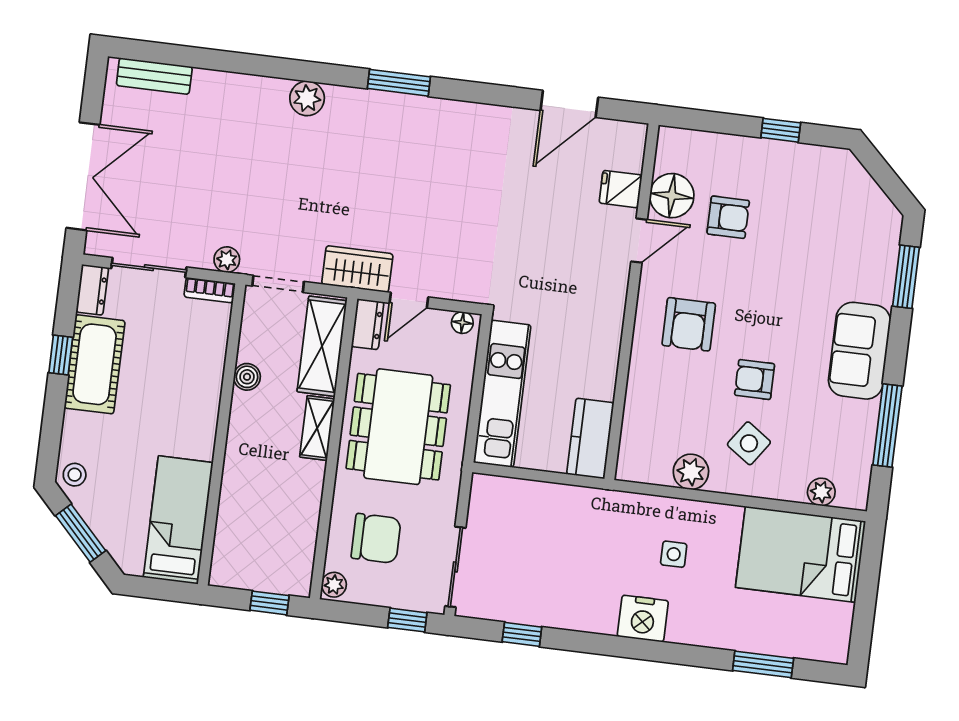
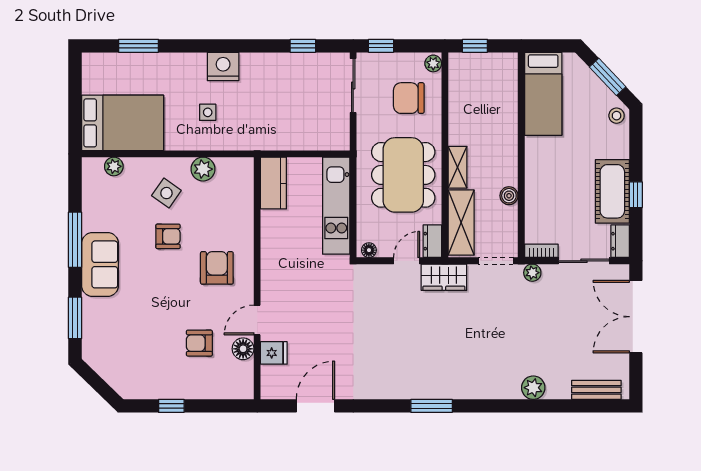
plant: (307, 98) -> (533, 388), moved
floor lamp: (672, 196) -> (243, 349), width x0.73, depth x0.73
window: (887, 426) -> (75, 240), moved

